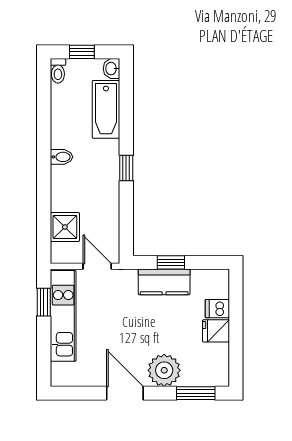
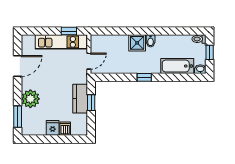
shower: (65, 227) -> (137, 43), moved
door: (125, 393) -> (18, 66), moved

